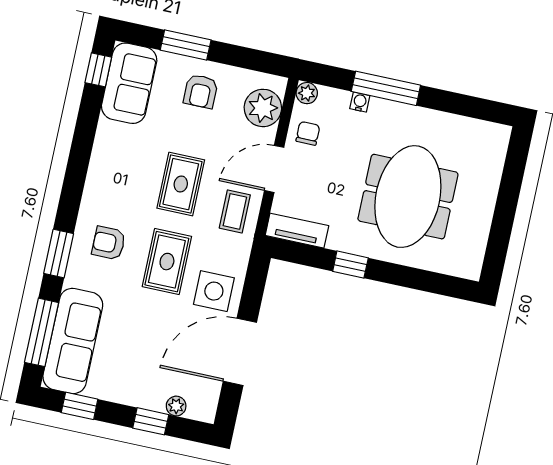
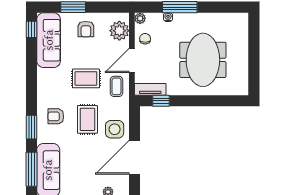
sofa: (129, 83) -> (49, 40), width x1.36
rug: (181, 184) -> (86, 78), turned 90
window: (350, 265) -> (161, 101), moved

